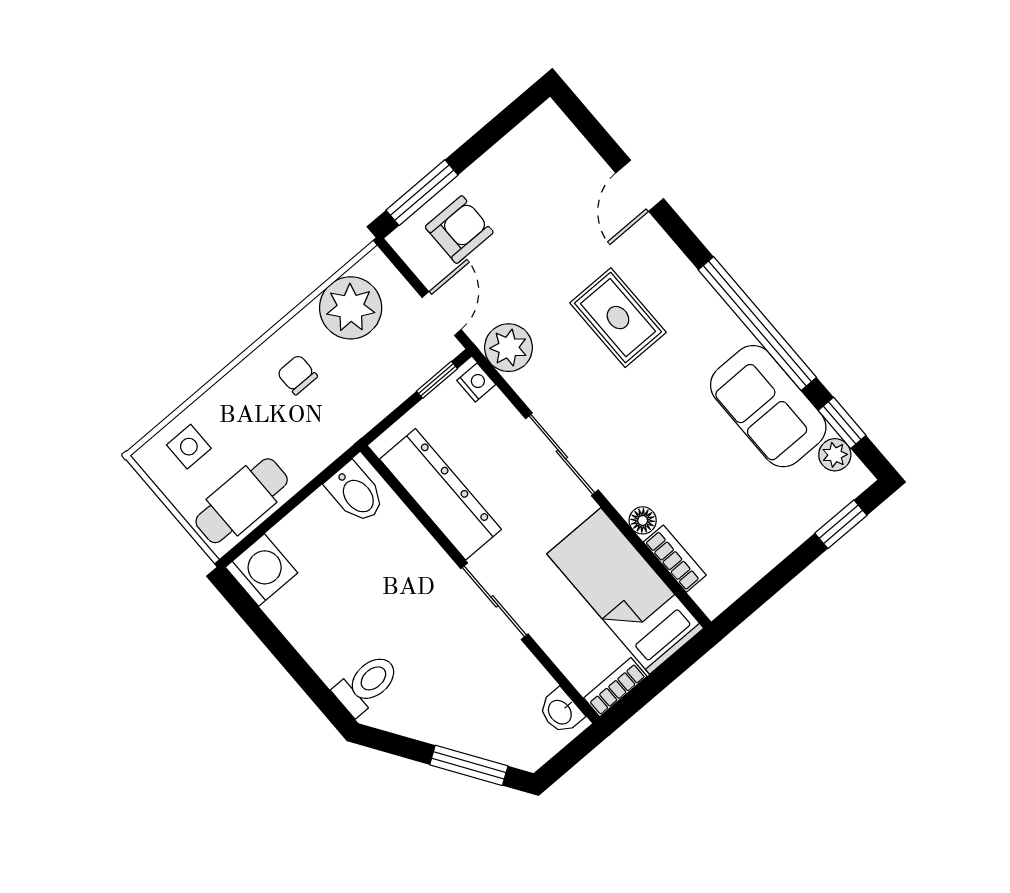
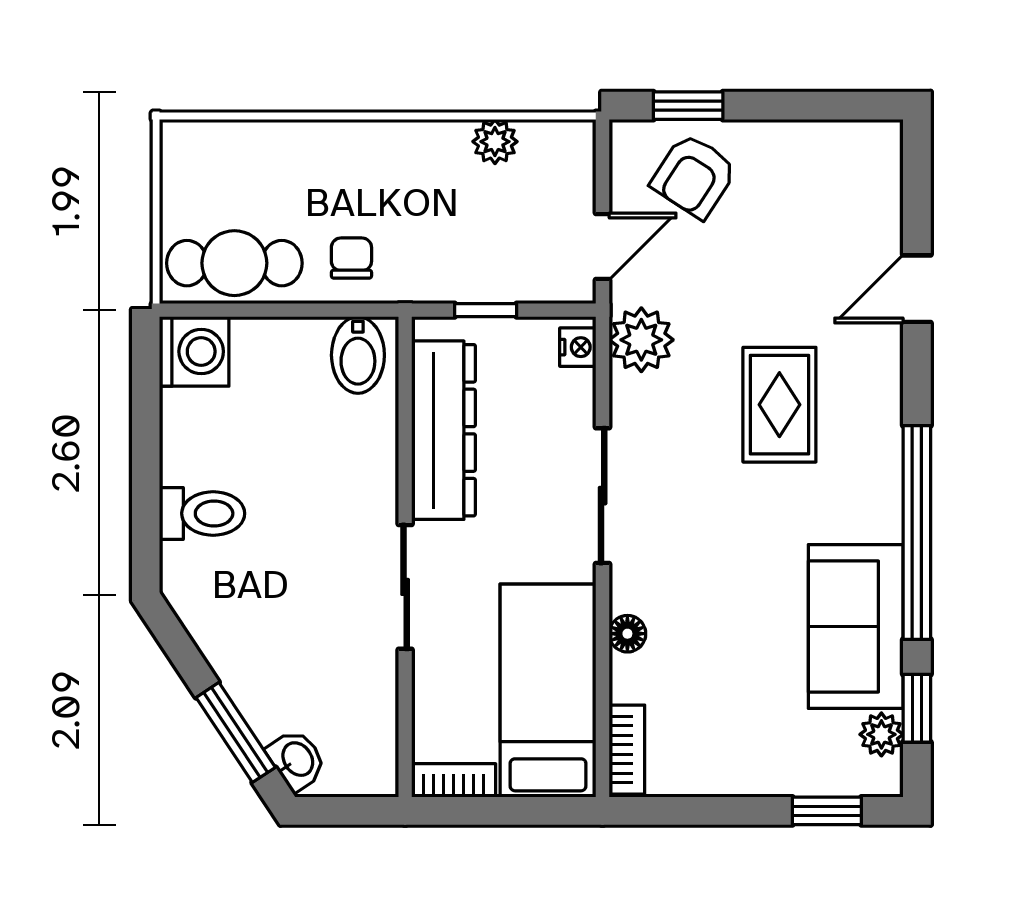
window: (422, 193) -> (688, 106), width x0.67
armchair: (459, 230) -> (694, 176), turned 123
plant: (351, 308) -> (495, 142), width x0.53, depth x0.53
chair: (297, 375) -> (351, 258), moved
window: (437, 380) -> (486, 310), moved
side table: (189, 447) -> (228, 162), removed
bookcase: (675, 559) -> (627, 750), moved
toilet: (367, 684) -> (202, 513), moved
washbasin: (561, 712) -> (297, 760), moved, turned 146

